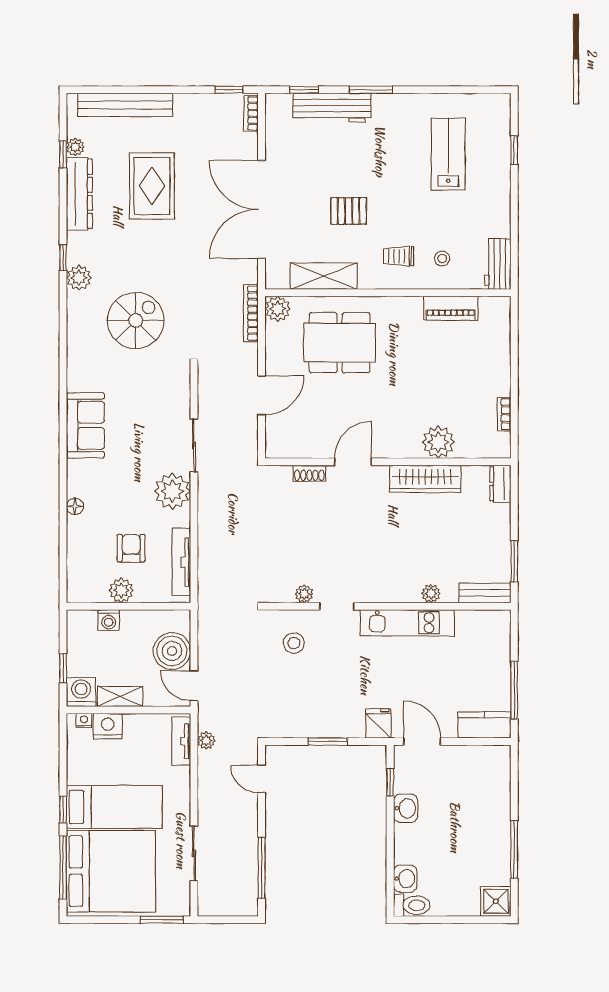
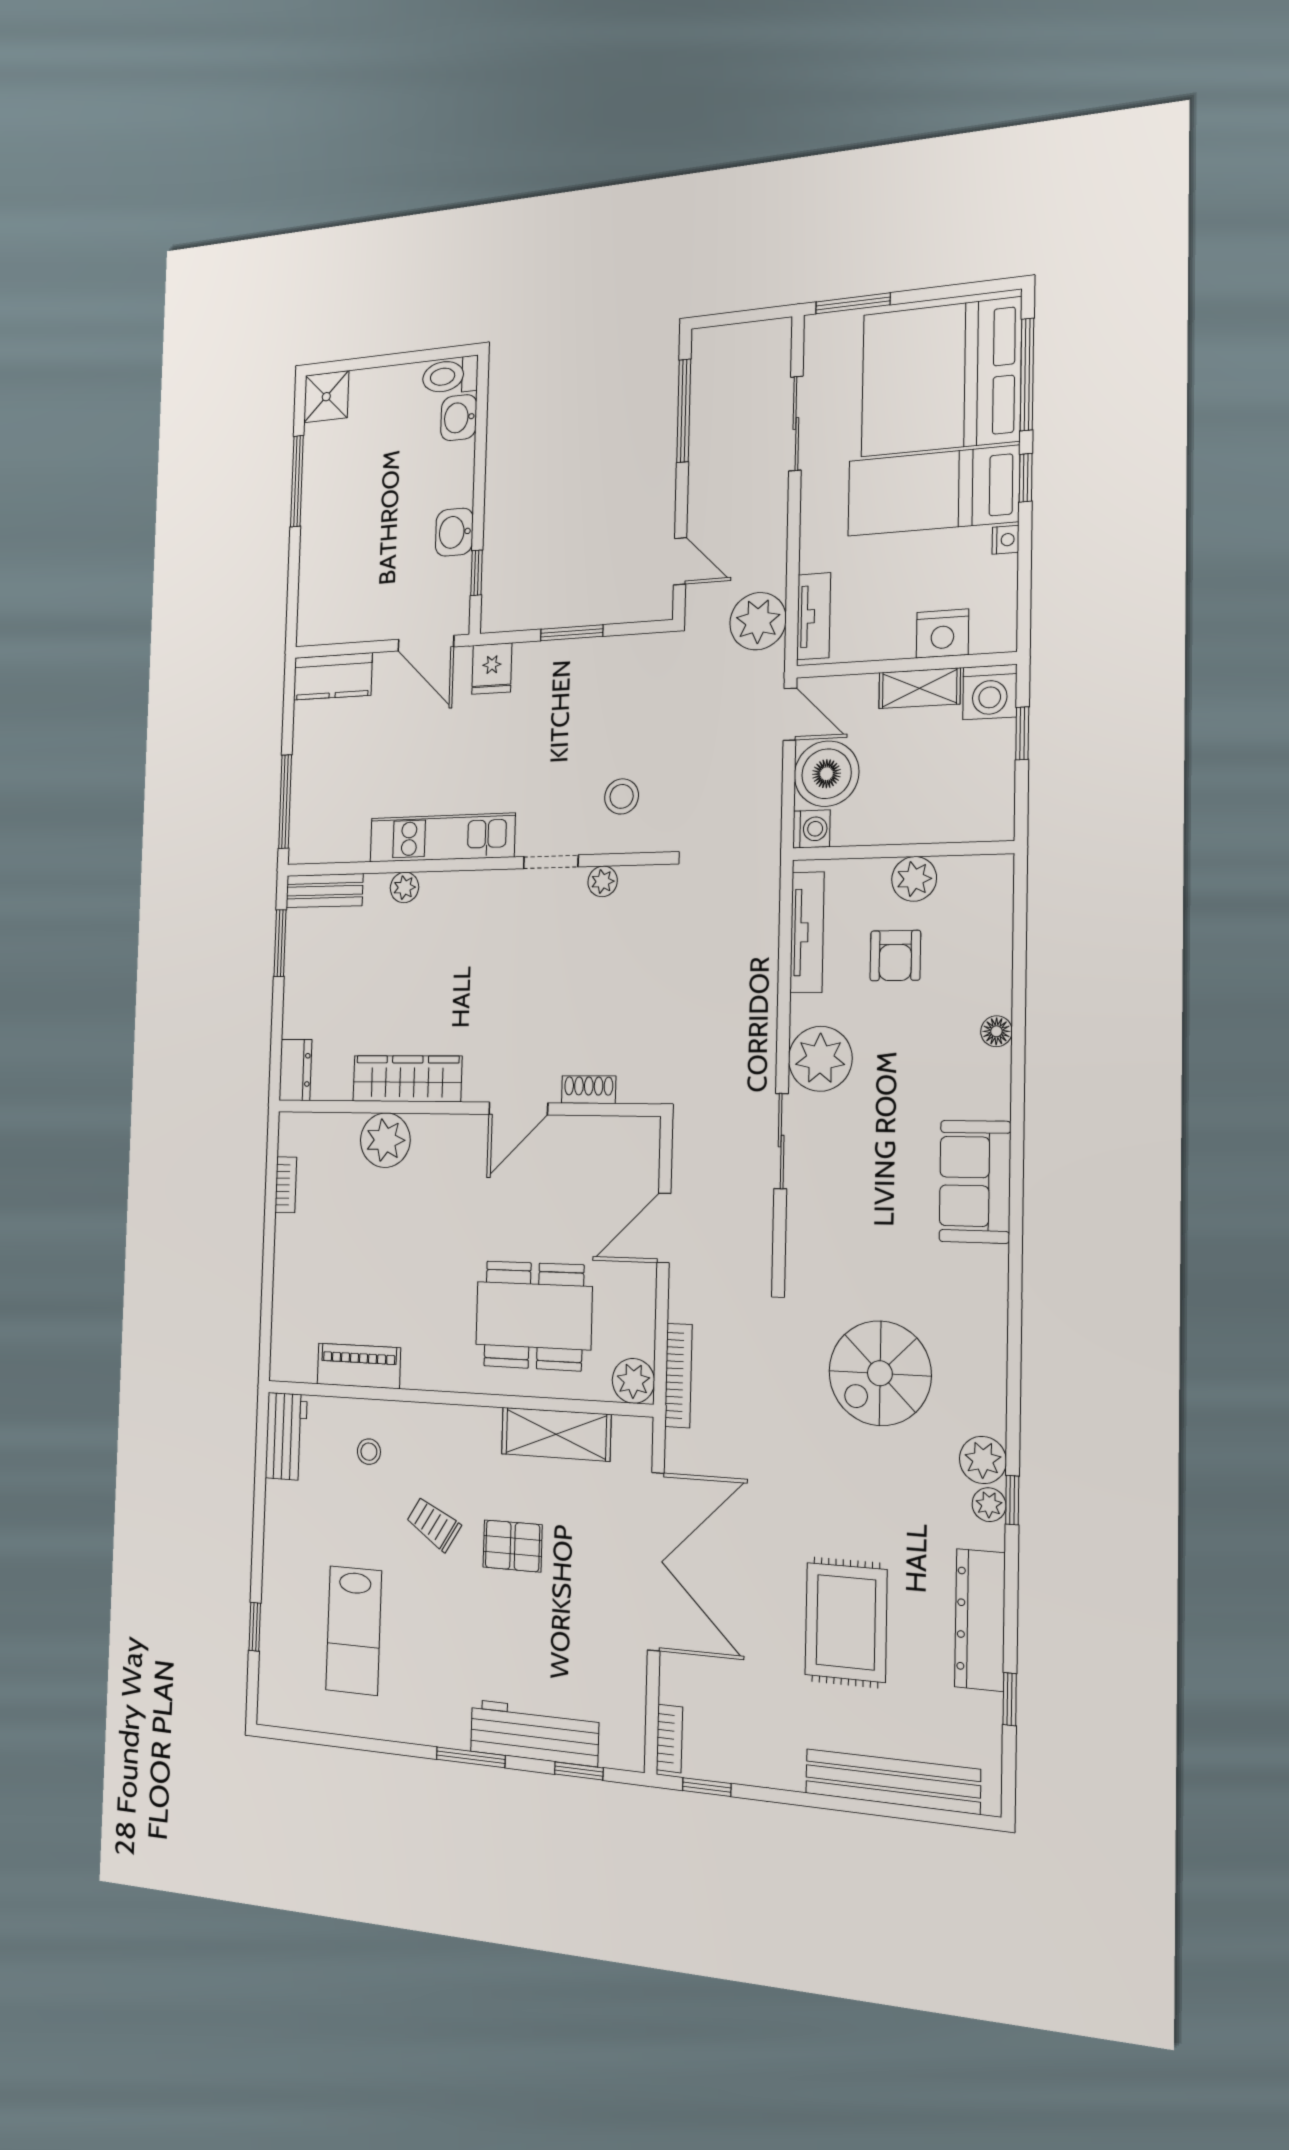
plant: (75, 147) -> (989, 1505), moved
trolley: (398, 256) -> (434, 1524), moved, turned -149
washing machine: (109, 620) -> (812, 829), moved, turned 90
window: (514, 690) -> (285, 802), moved
nightstand: (84, 721) -> (1006, 540), moved, turned -90
plant: (206, 741) -> (758, 621), width x1.87, depth x1.87

